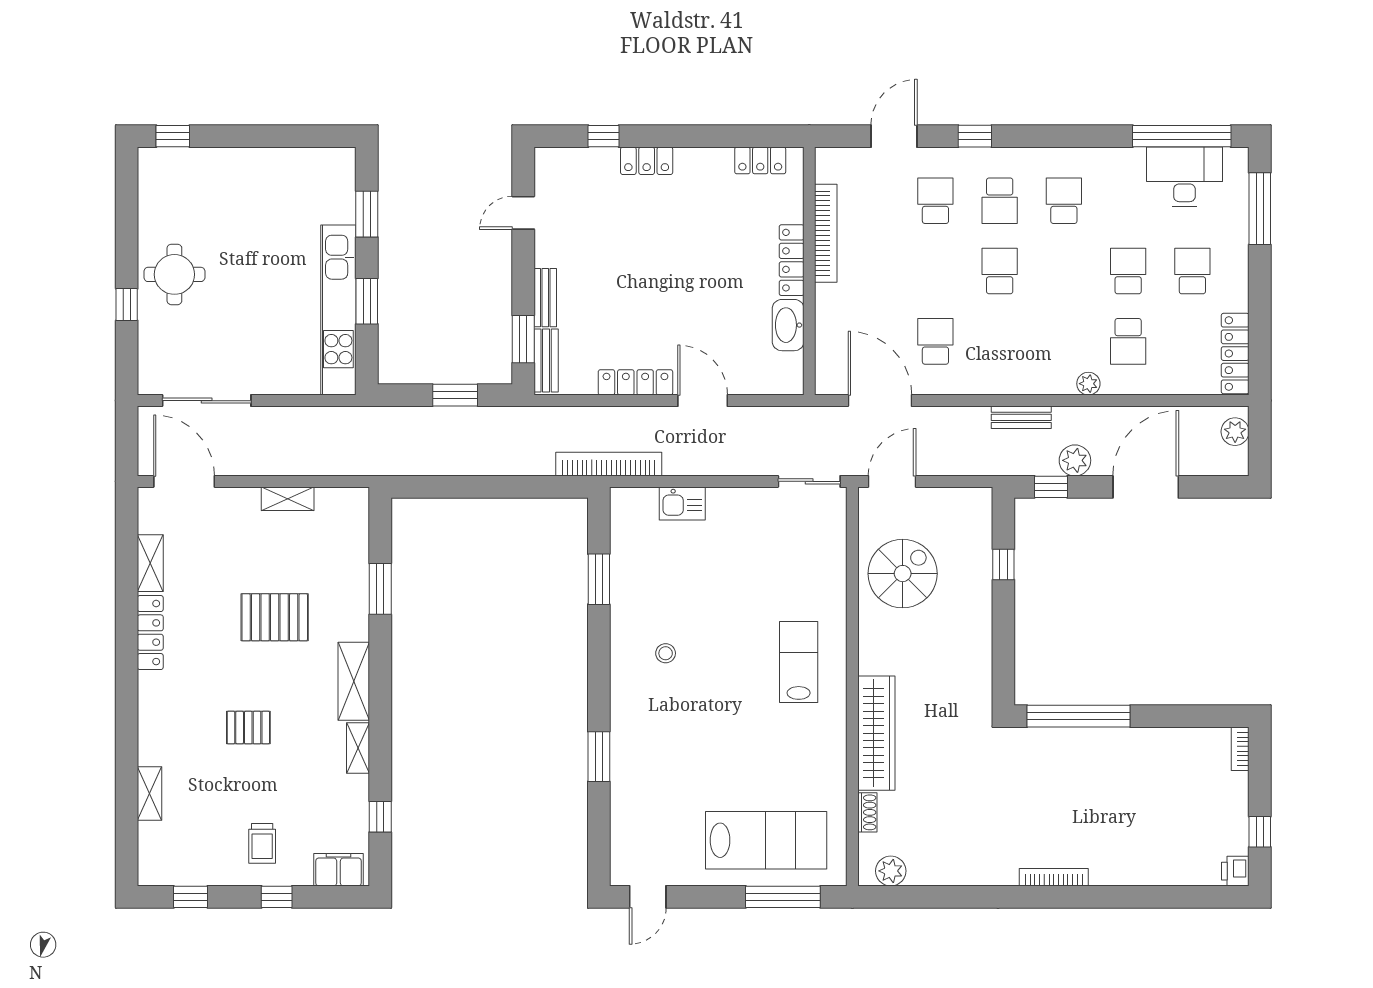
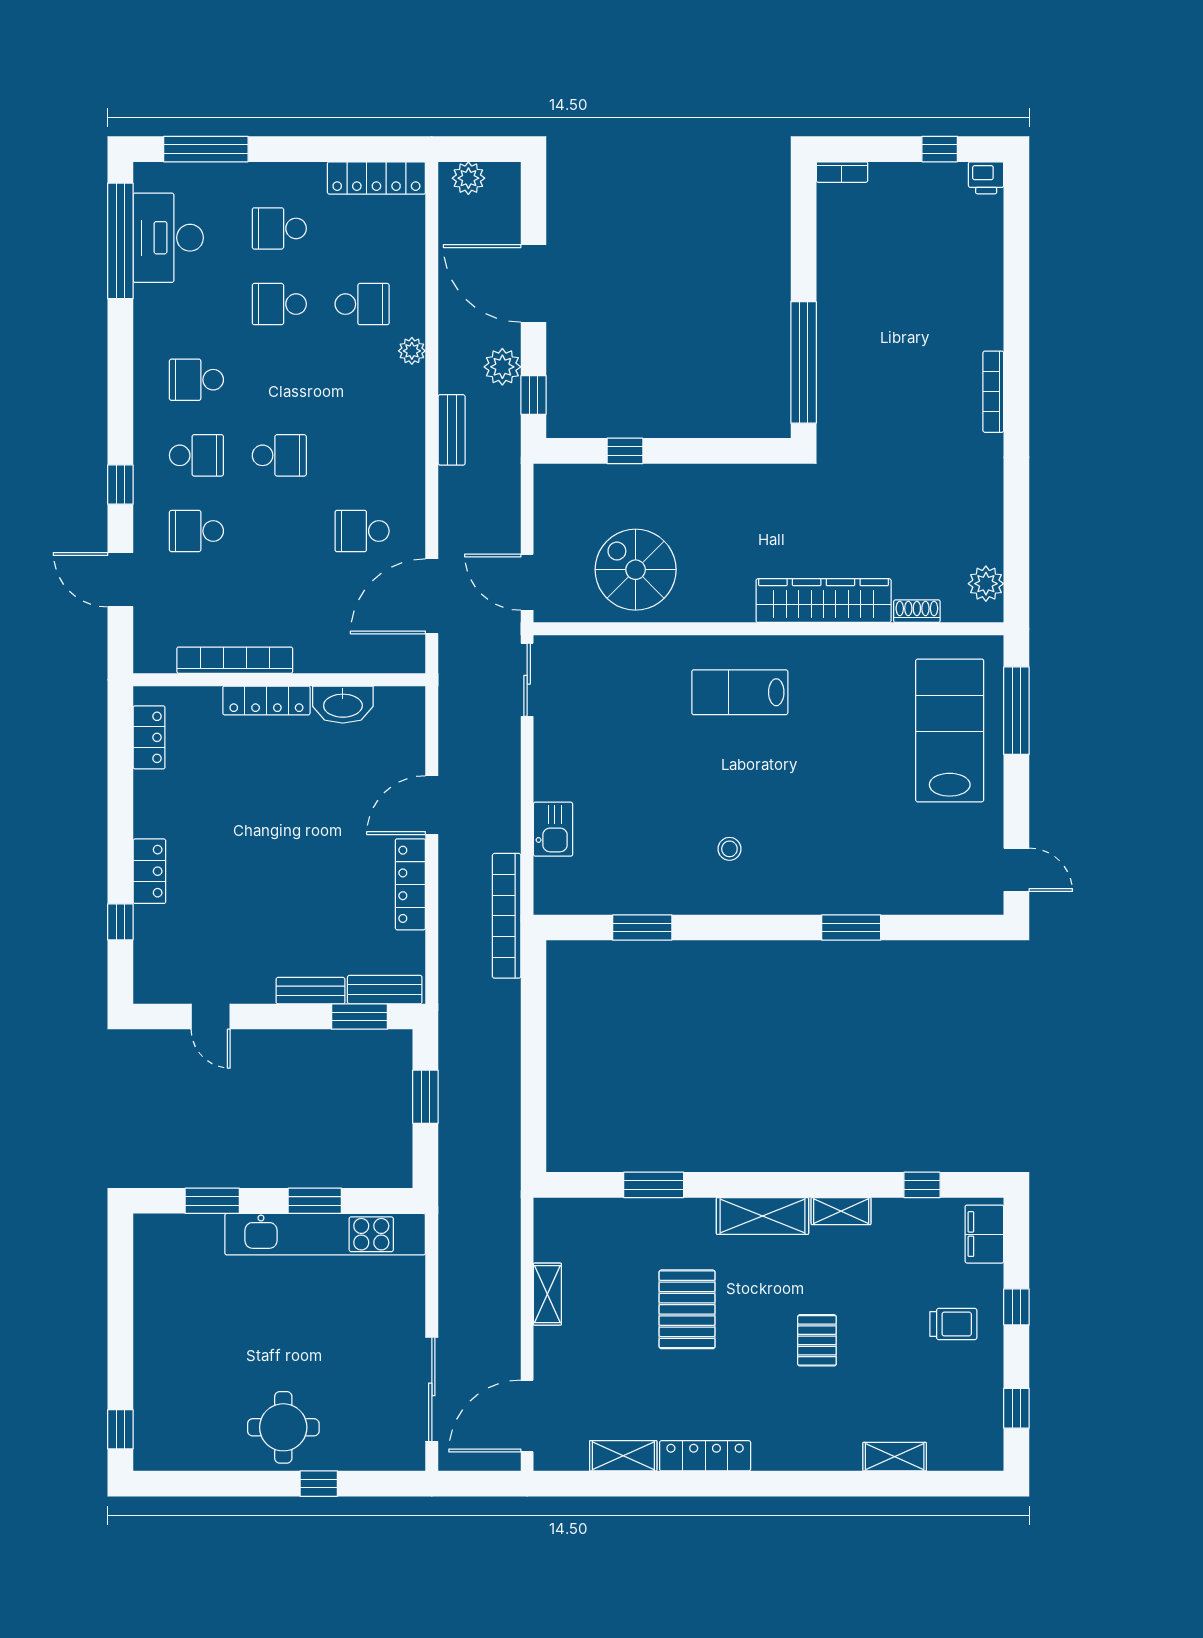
school desk: (1000, 271) -> (279, 455), turned 180

